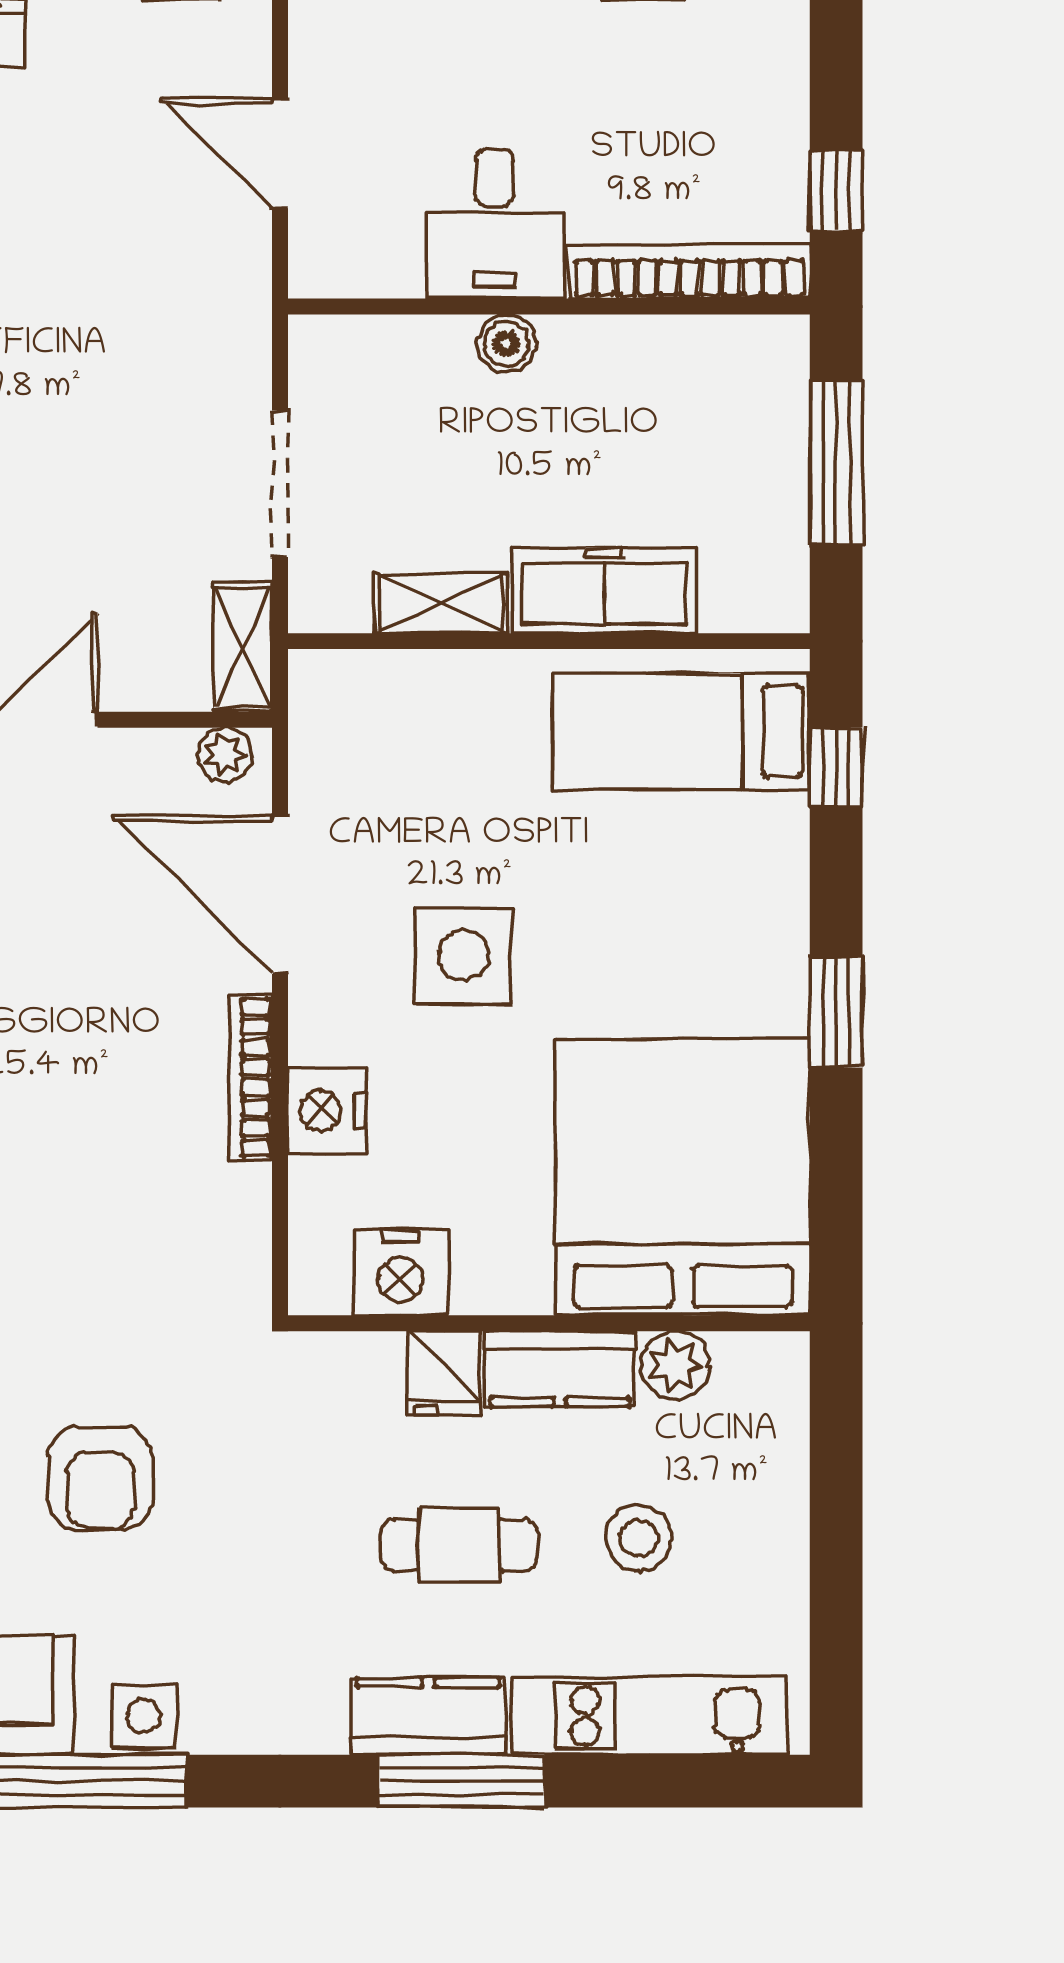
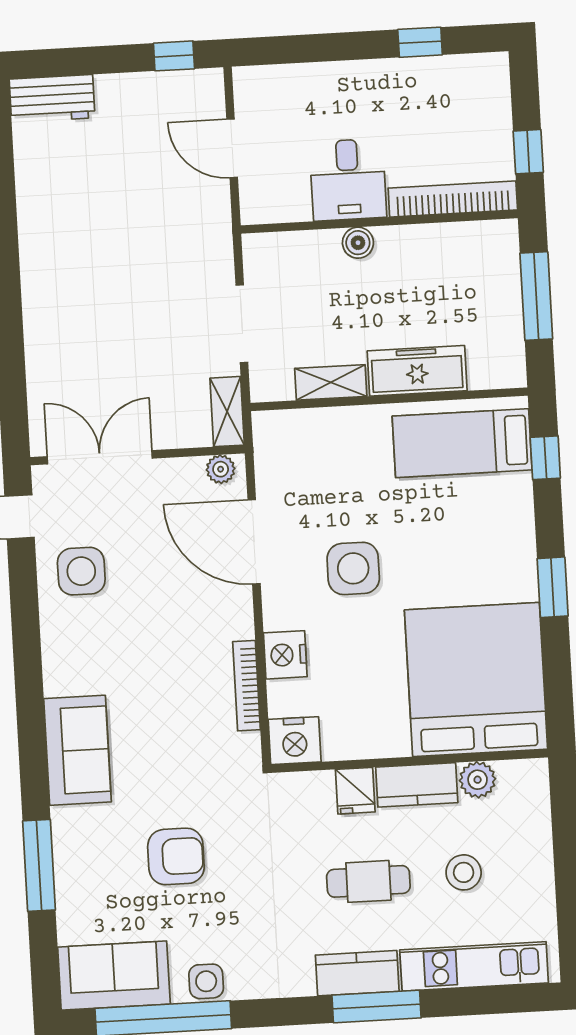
bookcase: (251, 1078) -> (246, 686), moved
nightstand: (400, 1273) -> (295, 741), moved
armchair: (100, 1478) -> (176, 856), turned -90

